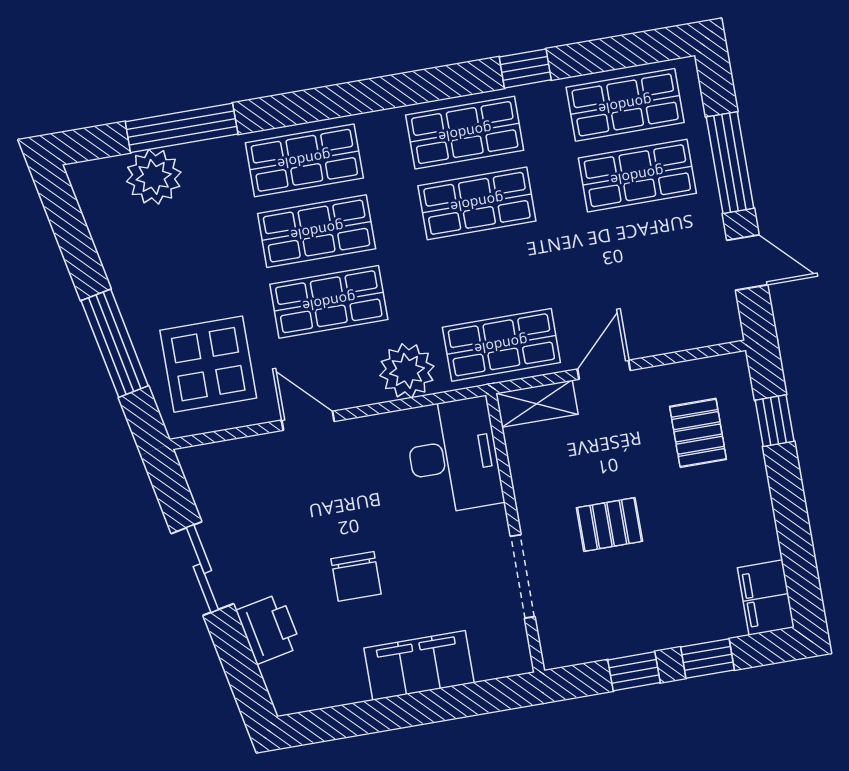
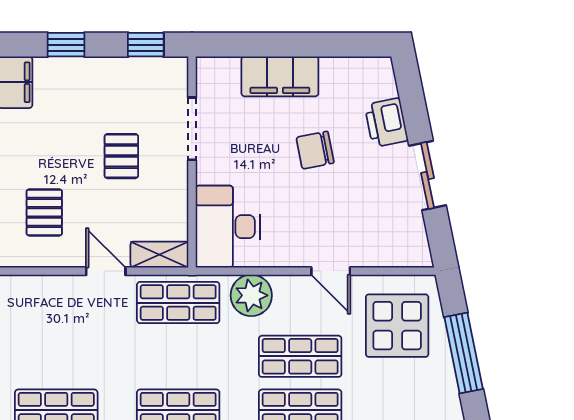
door: (604, 370) -> (106, 271), swing flipped
pallet: (609, 524) -> (121, 156), turned 90
chair: (356, 576) -> (315, 150), turned -101
window: (634, 671) -> (146, 45), moved

